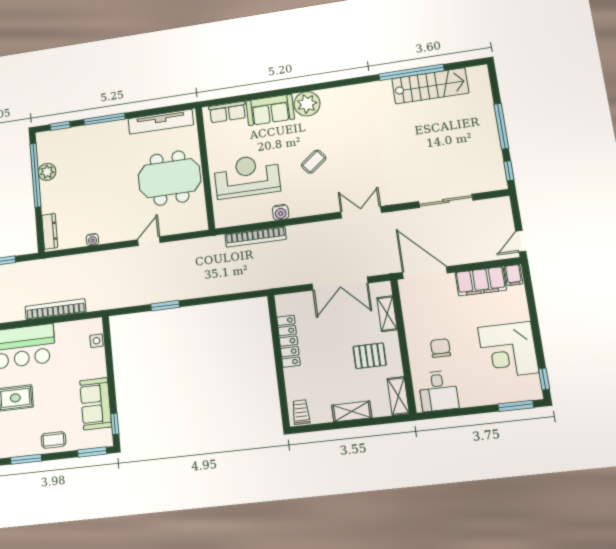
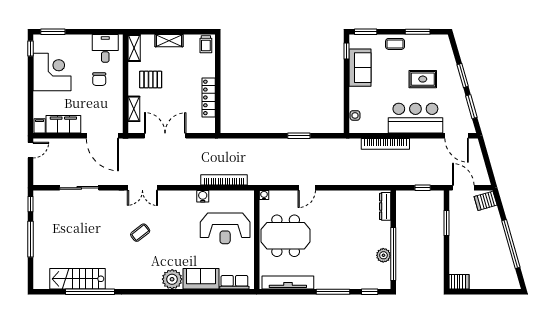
coffee table: (314, 162) -> (140, 233), moved
water cooler: (92, 240) -> (264, 195), moved

